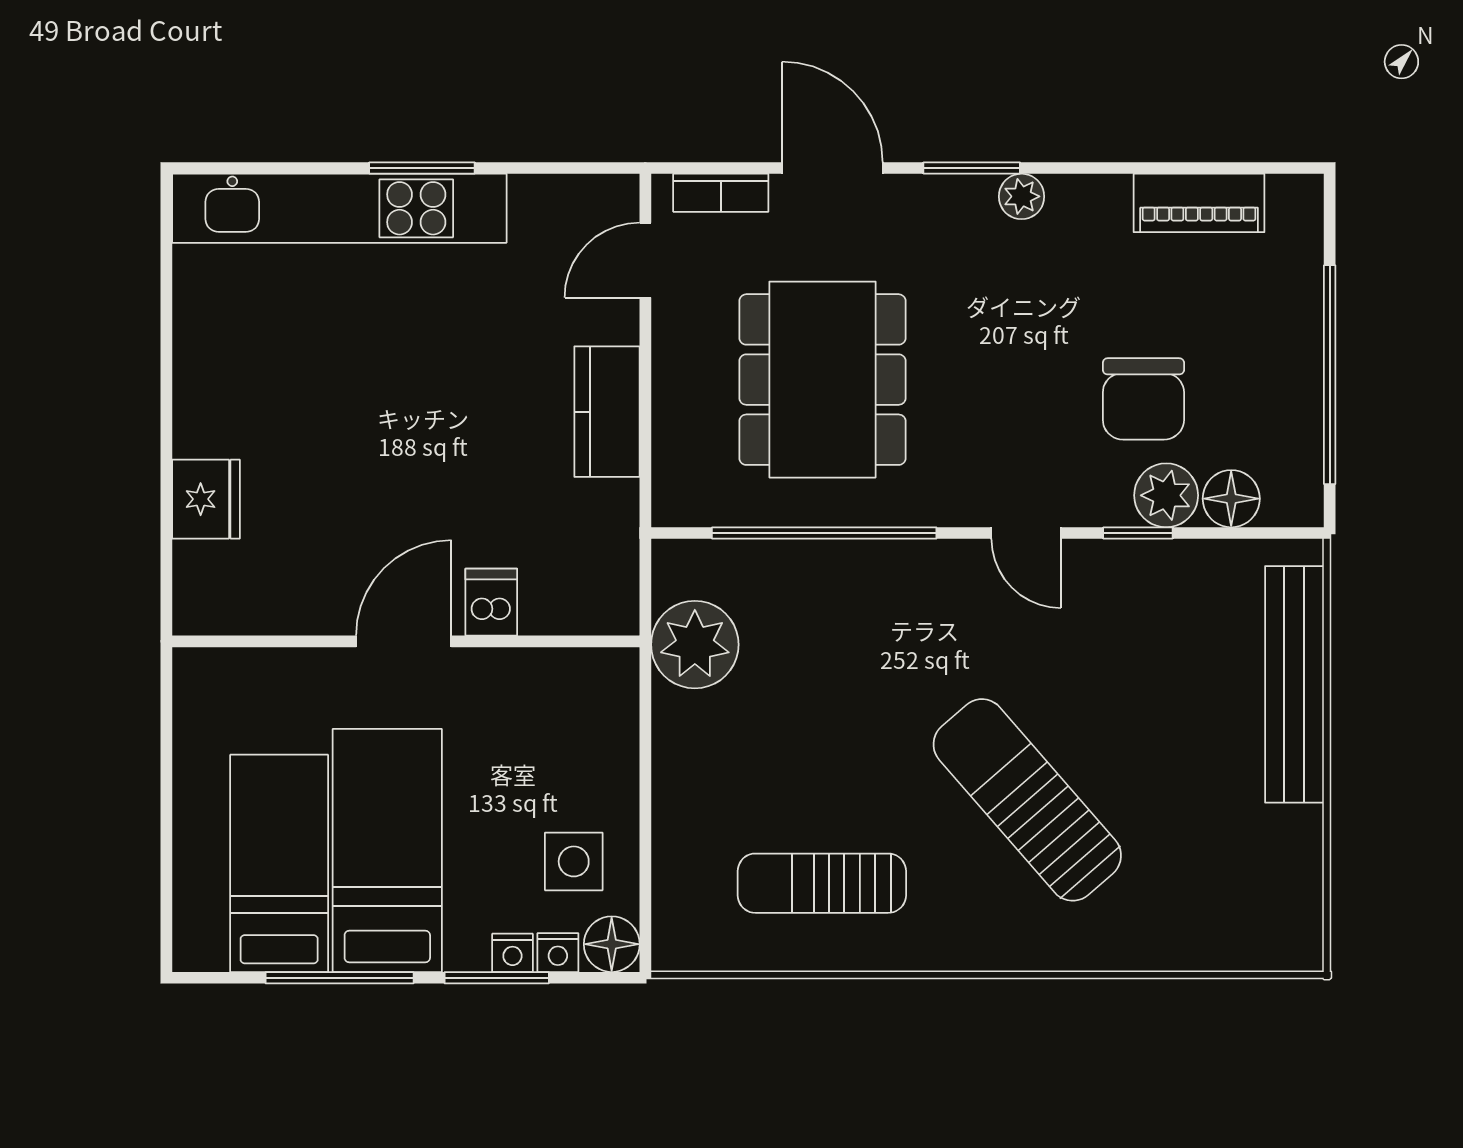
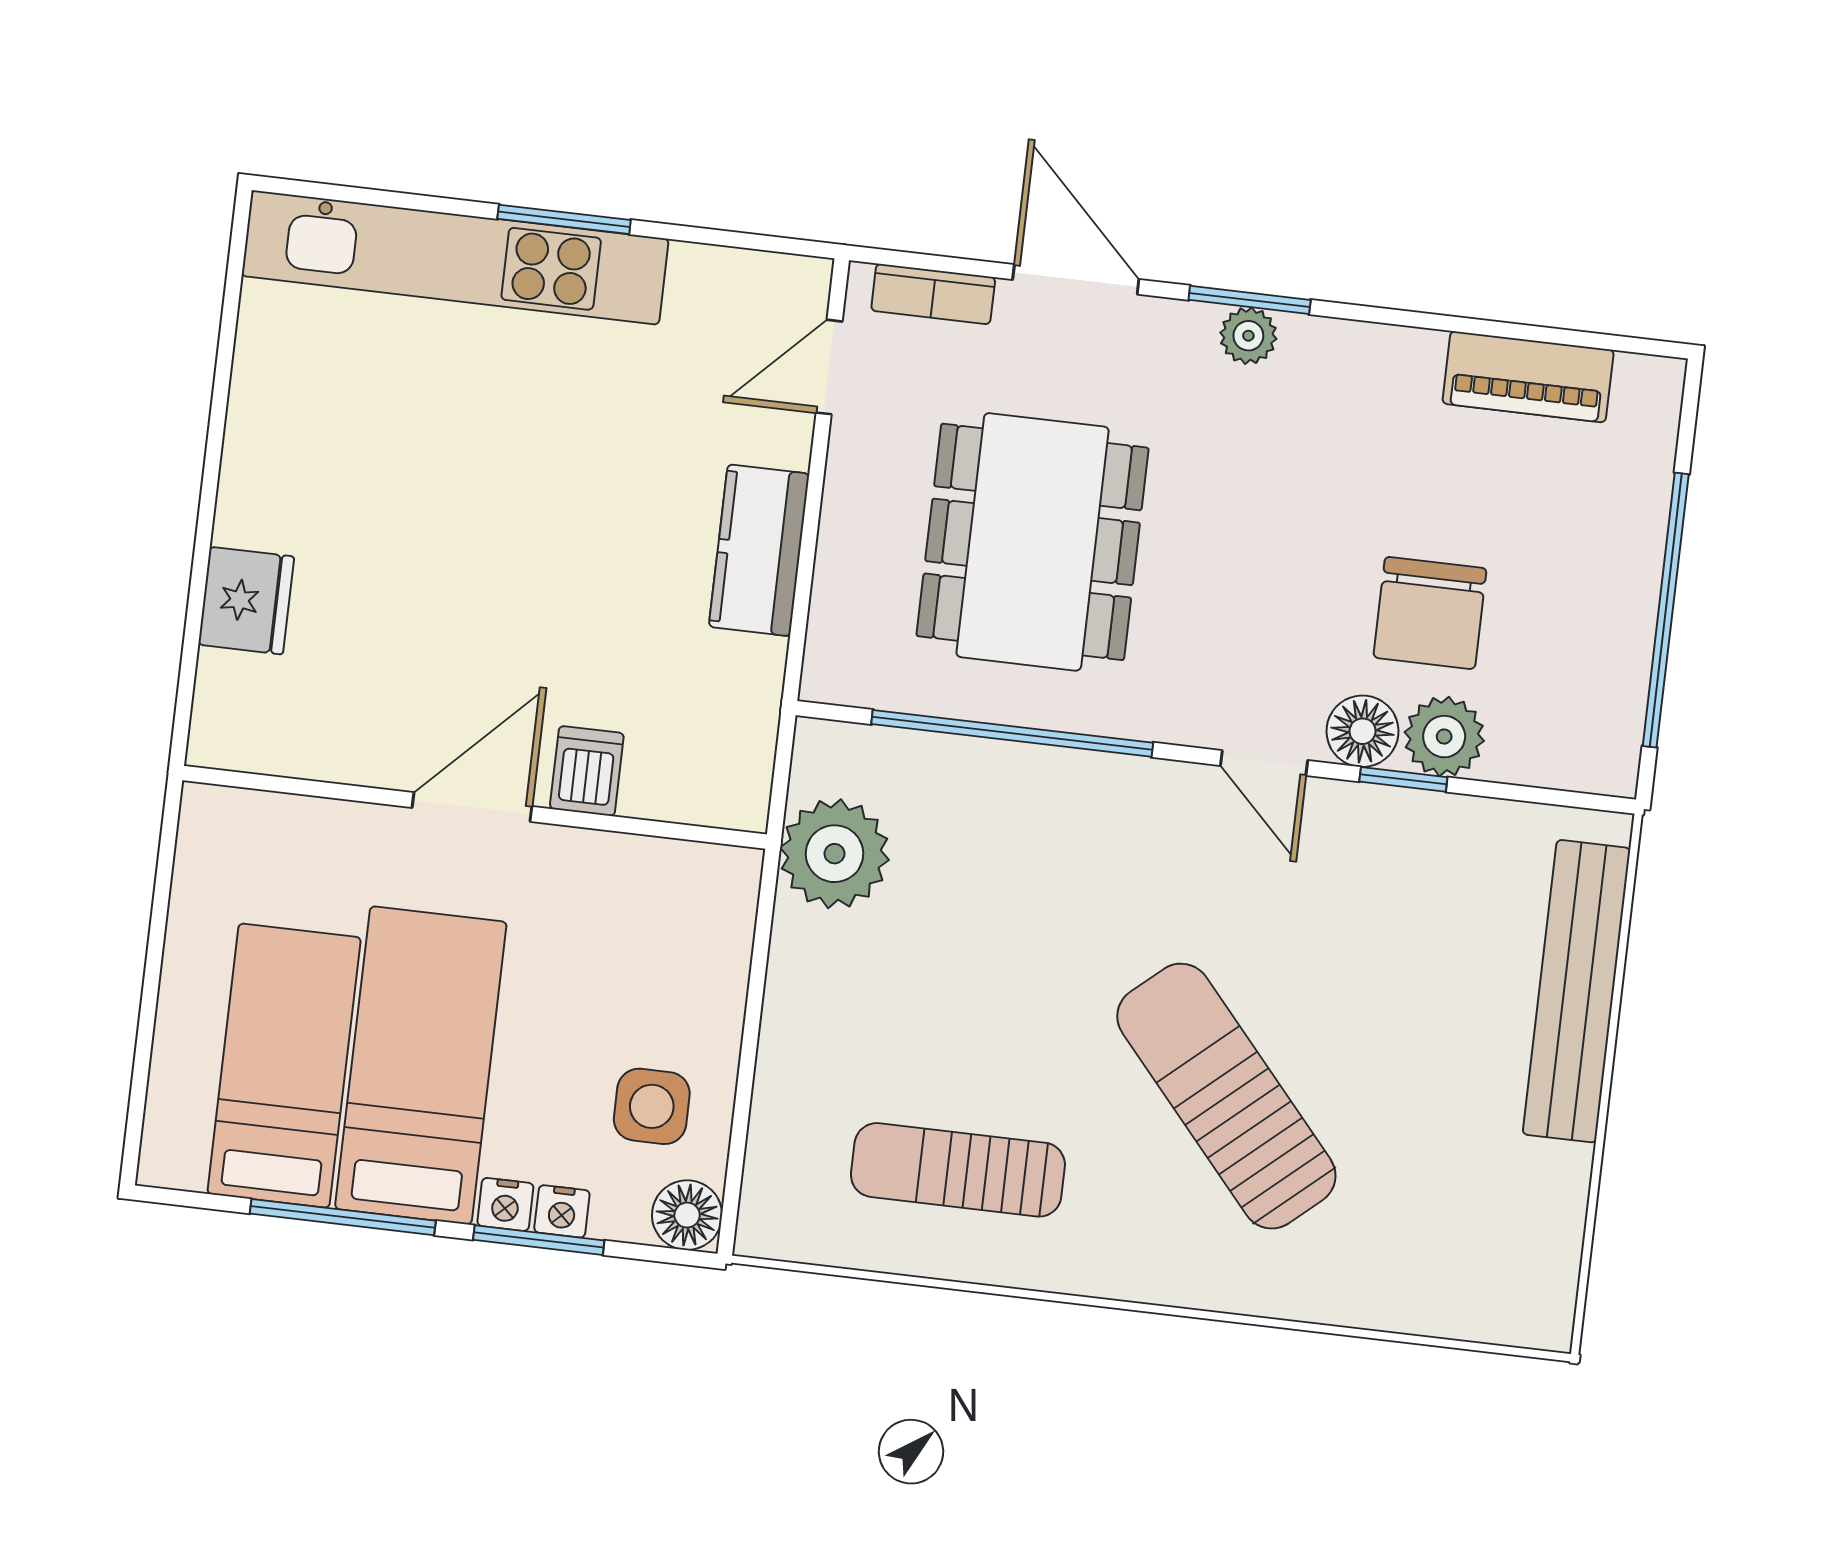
plant: (1022, 196) -> (1248, 336), moved
floor lamp: (1231, 499) -> (1362, 731), moved
nightstand: (558, 953) -> (505, 1204), moved

